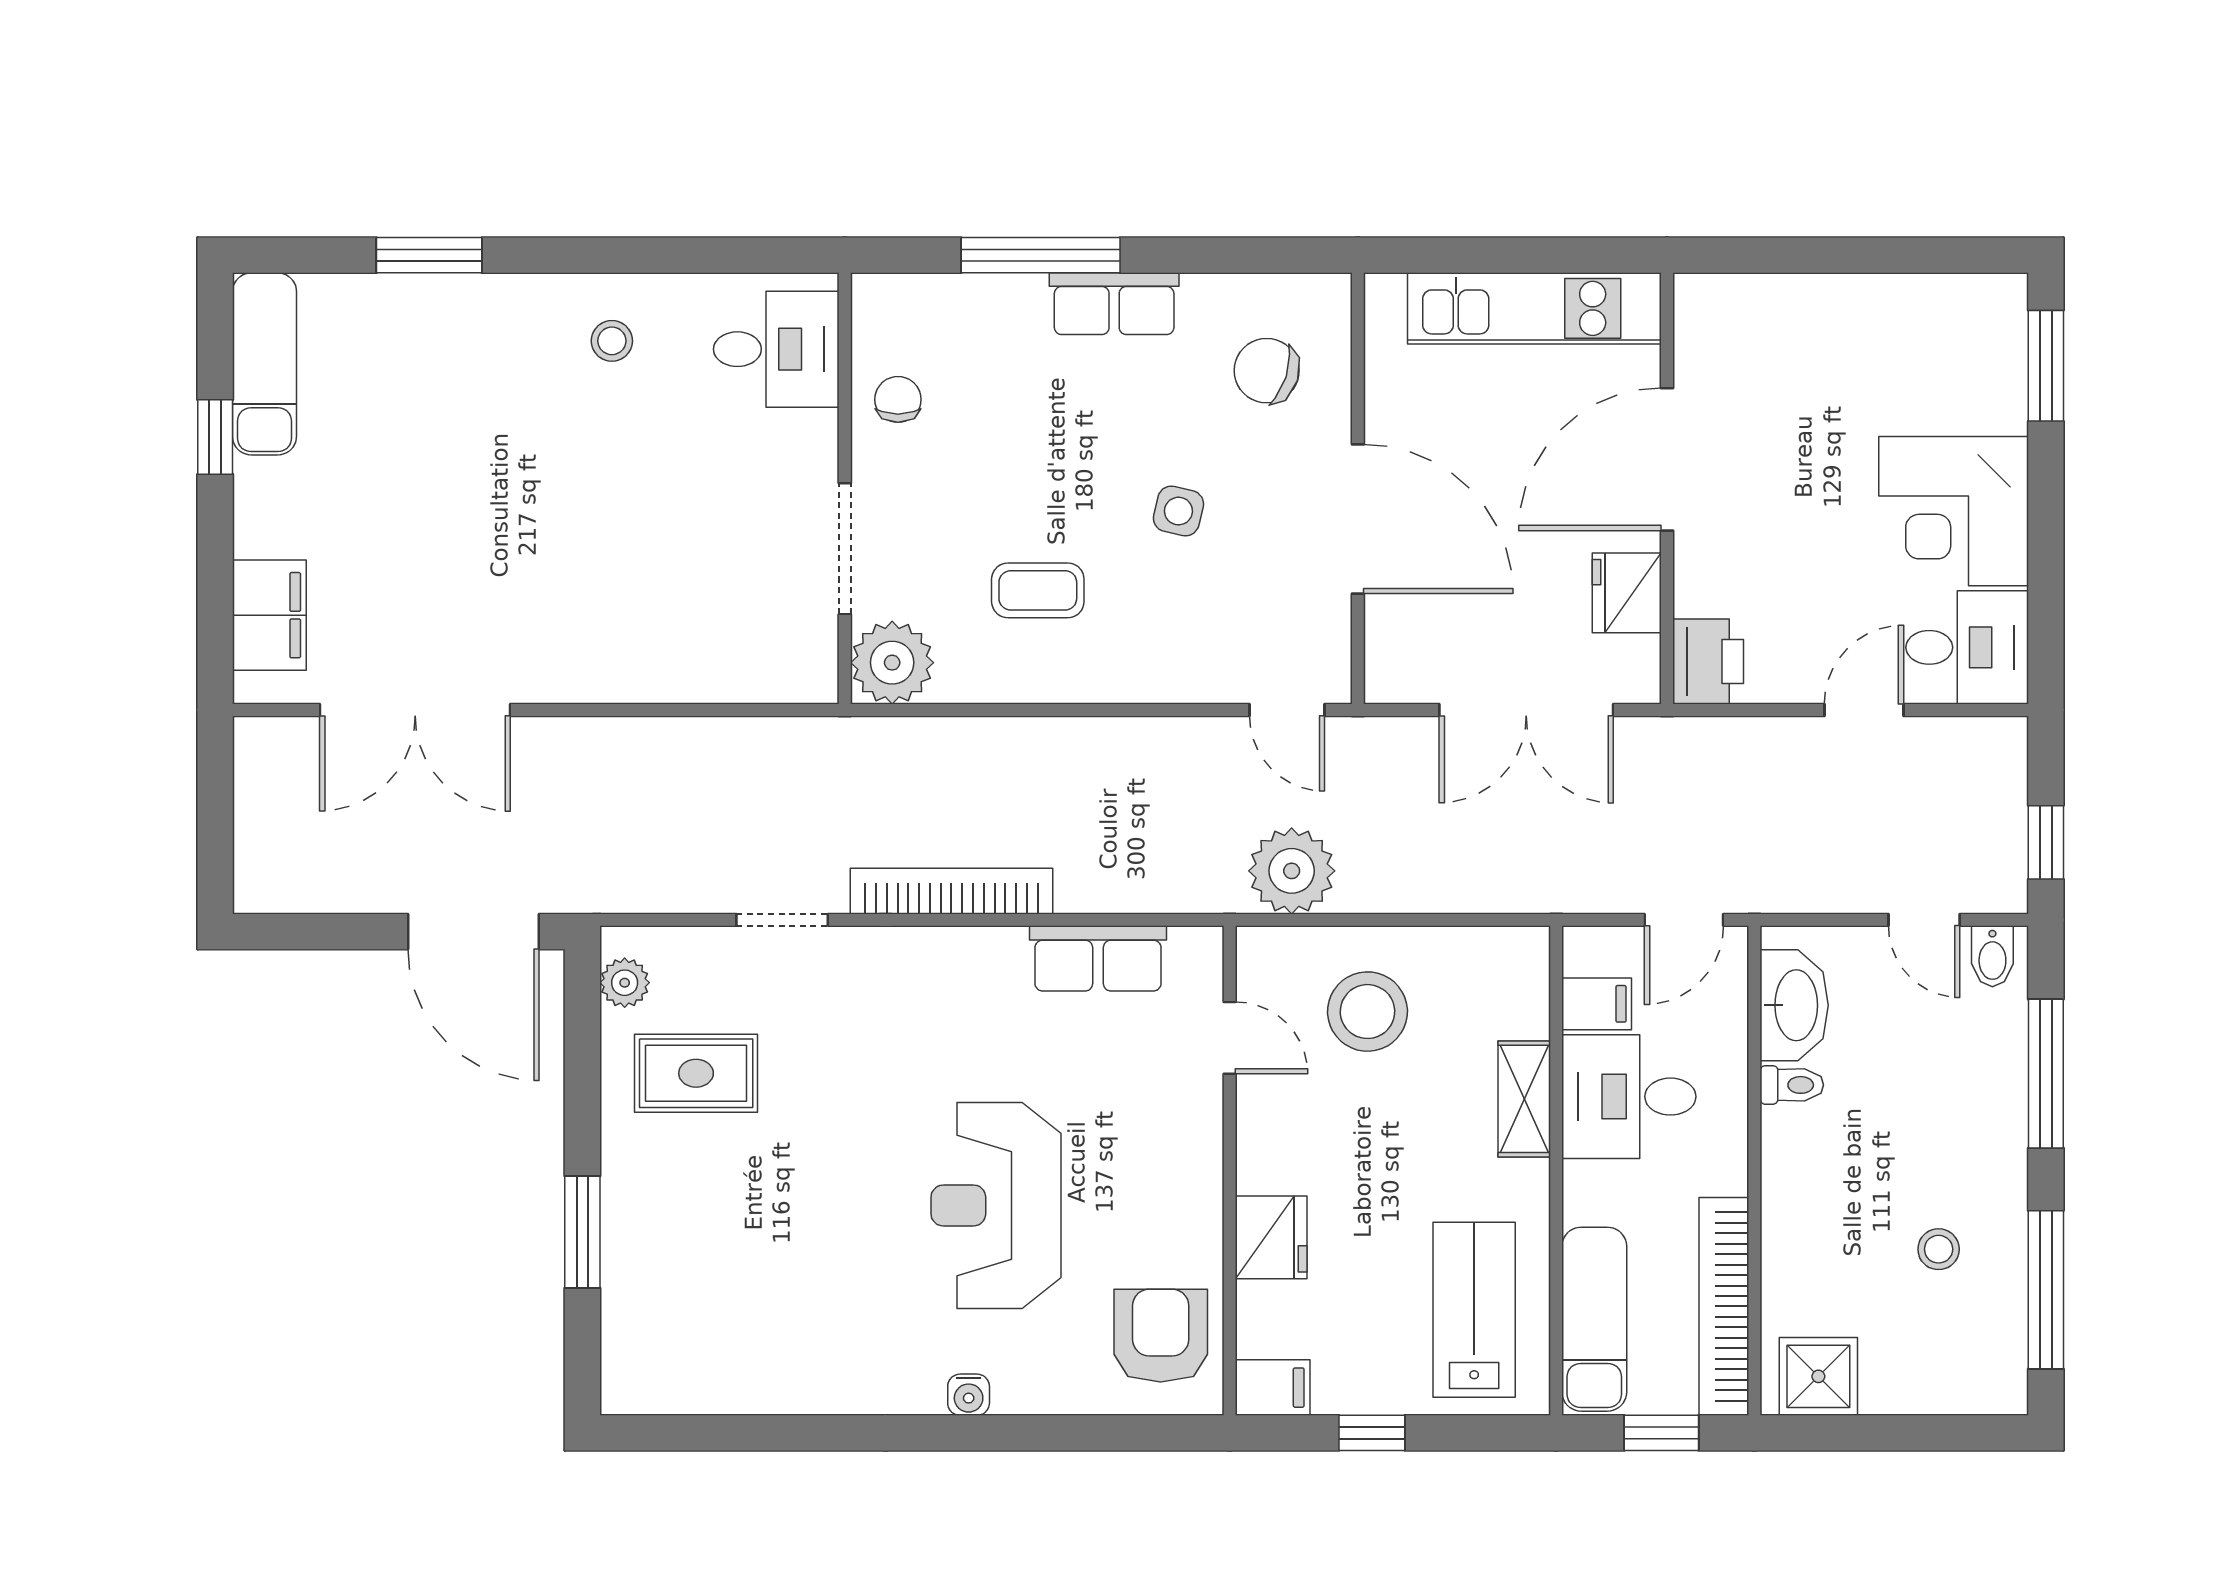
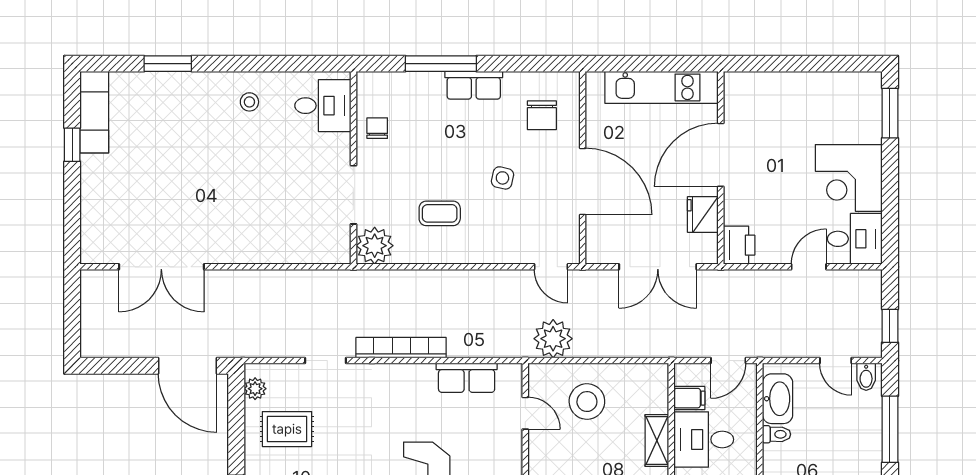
chair: (1267, 371) -> (542, 115), turned -108
filing cabinet: (269, 615) -> (96, 224), removed

